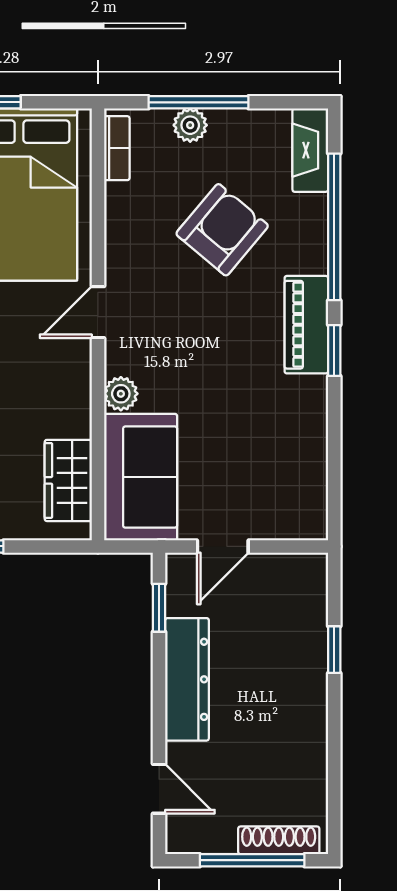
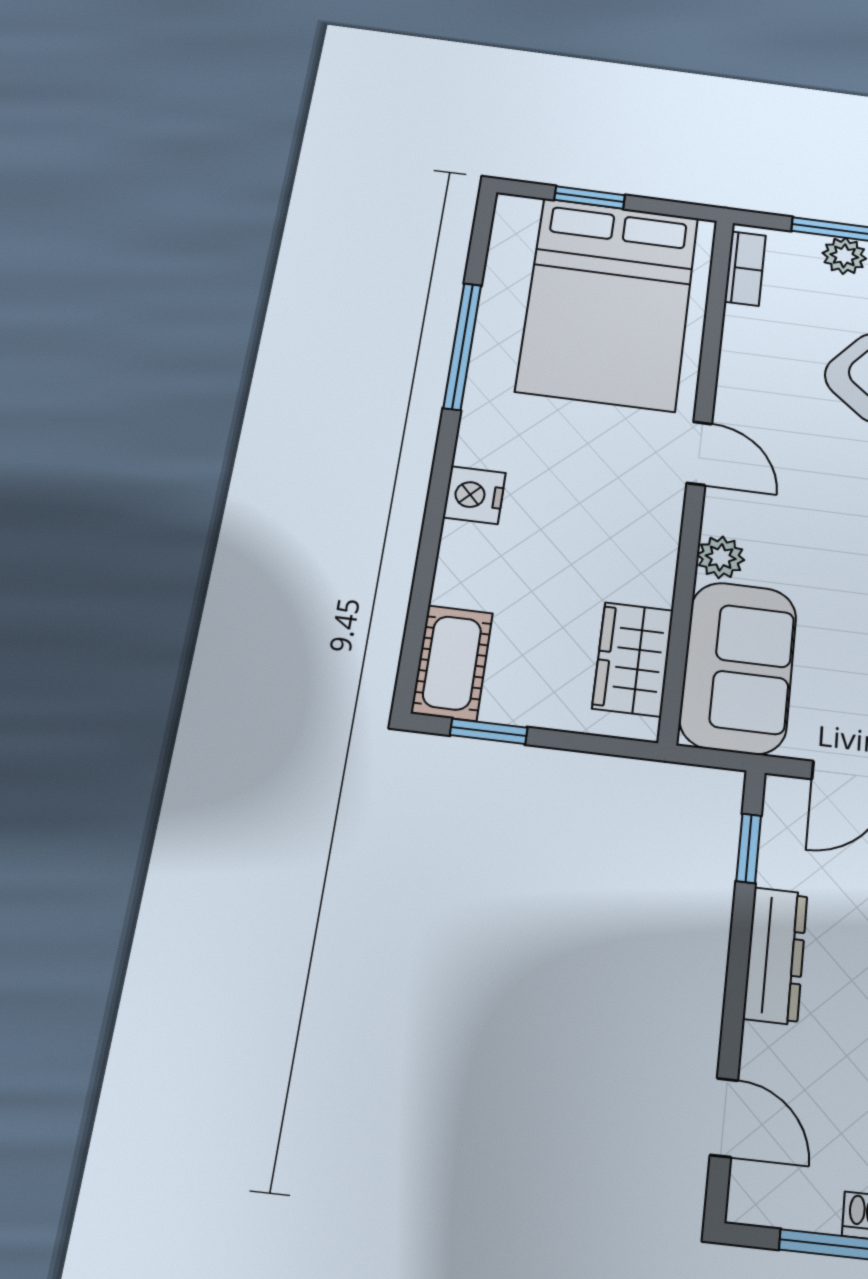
door: (98, 312) -> (699, 453), swing flipped
dresser: (187, 679) -> (775, 955), width x0.73, depth x0.80

